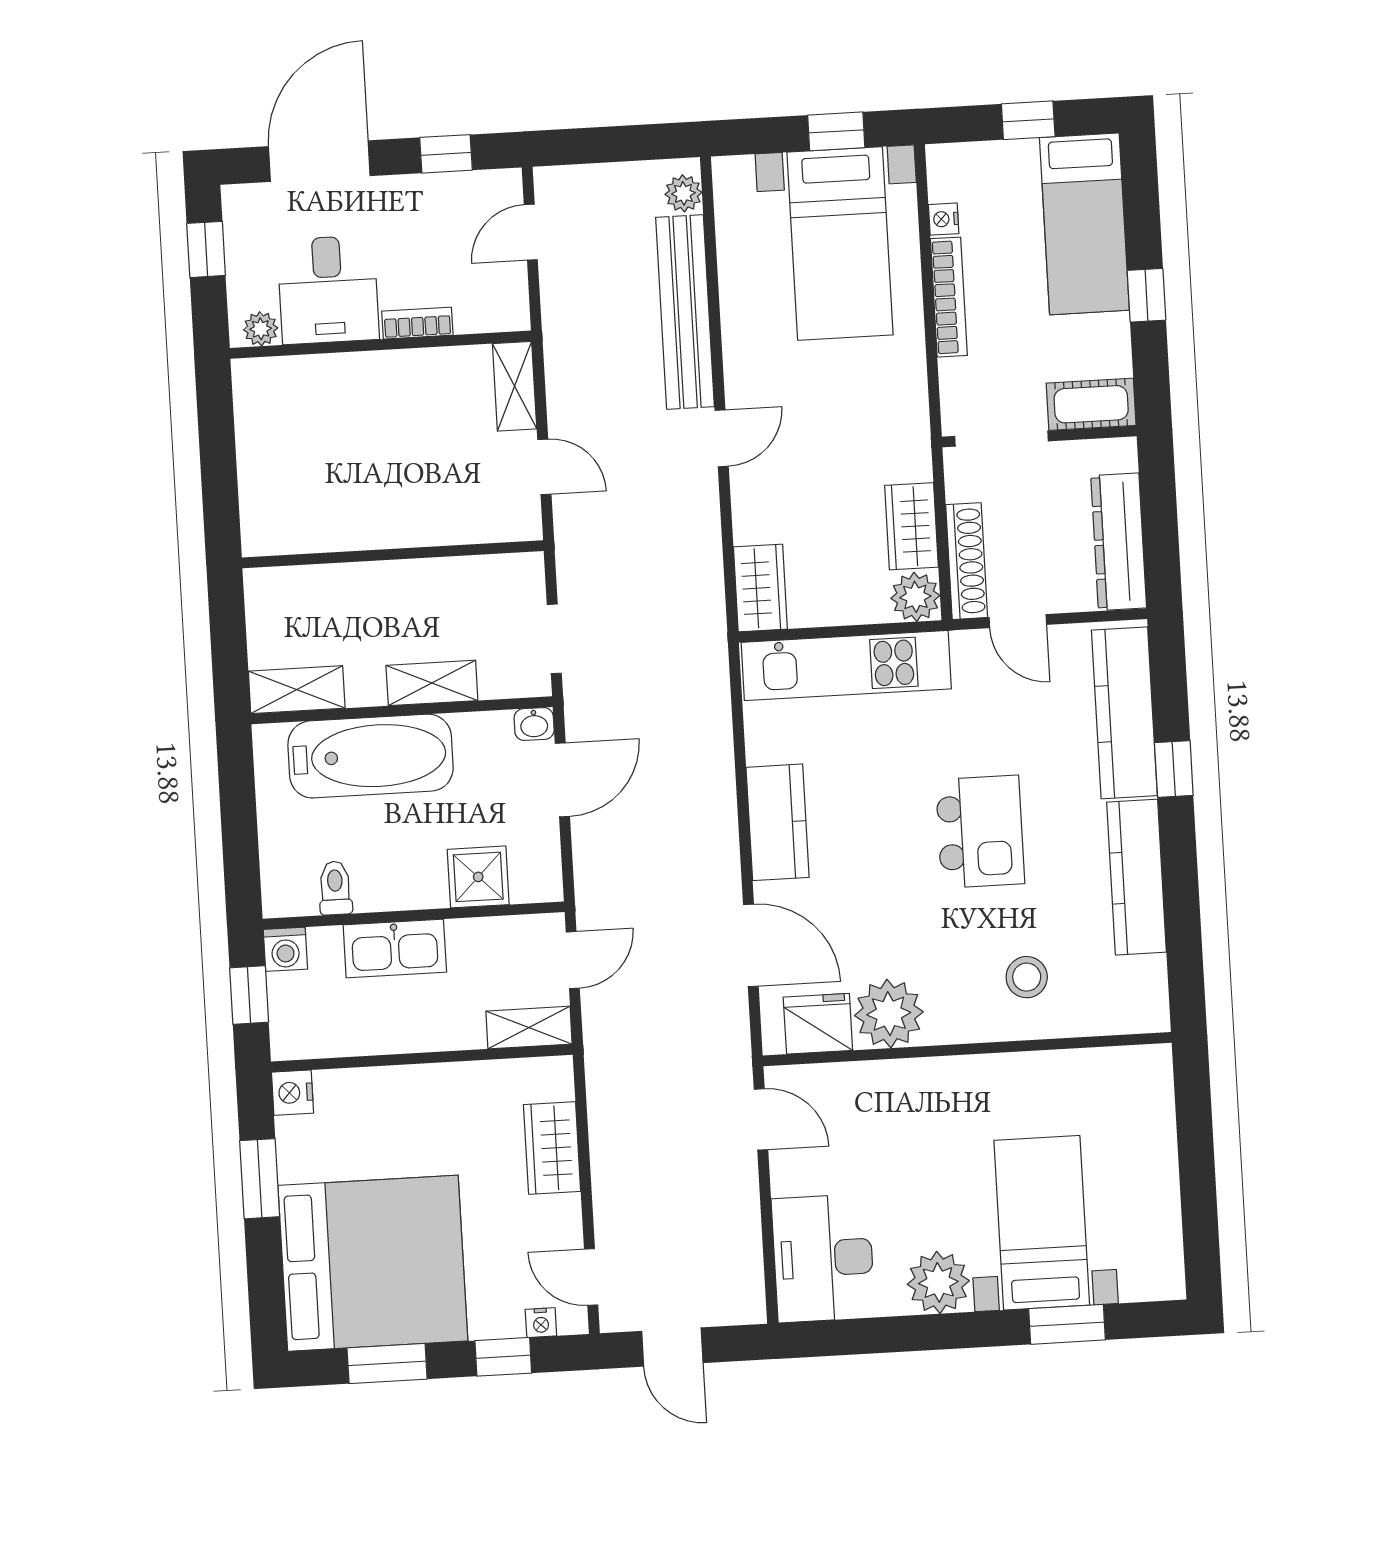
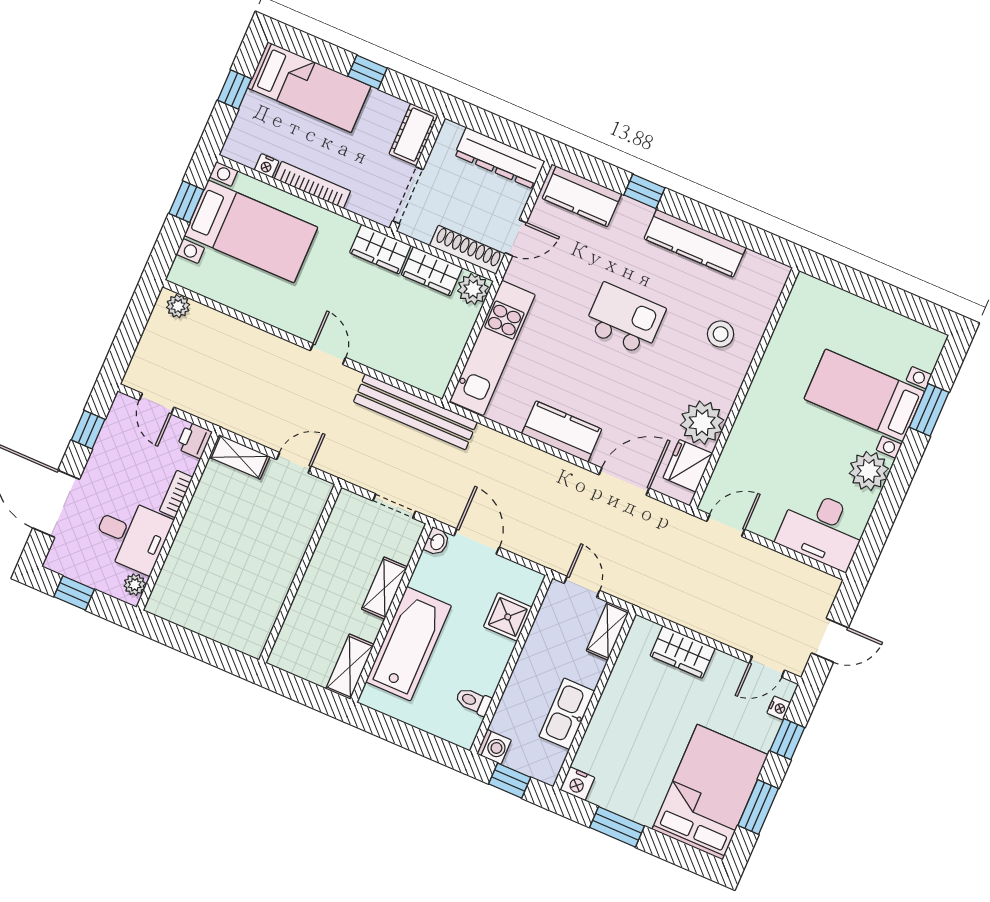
printer: (506, 311) -> (194, 440), added
bench: (685, 312) -> (415, 412), moved
wardrobe: (760, 588) -> (380, 249), moved, turned 180
kitchen counter: (1124, 713) -> (582, 196), width x0.67
kitchen sink: (395, 948) -> (567, 714), moved, turned 180
bed: (373, 1263) -> (710, 792), width x0.73

